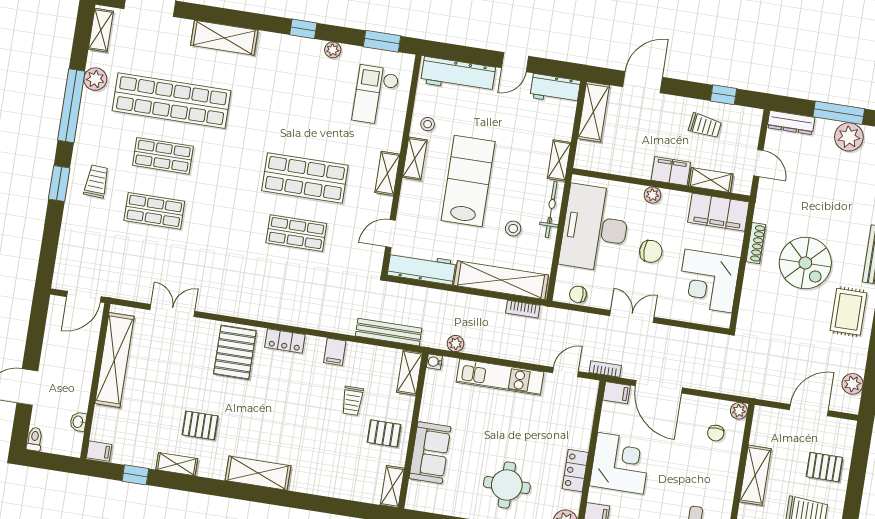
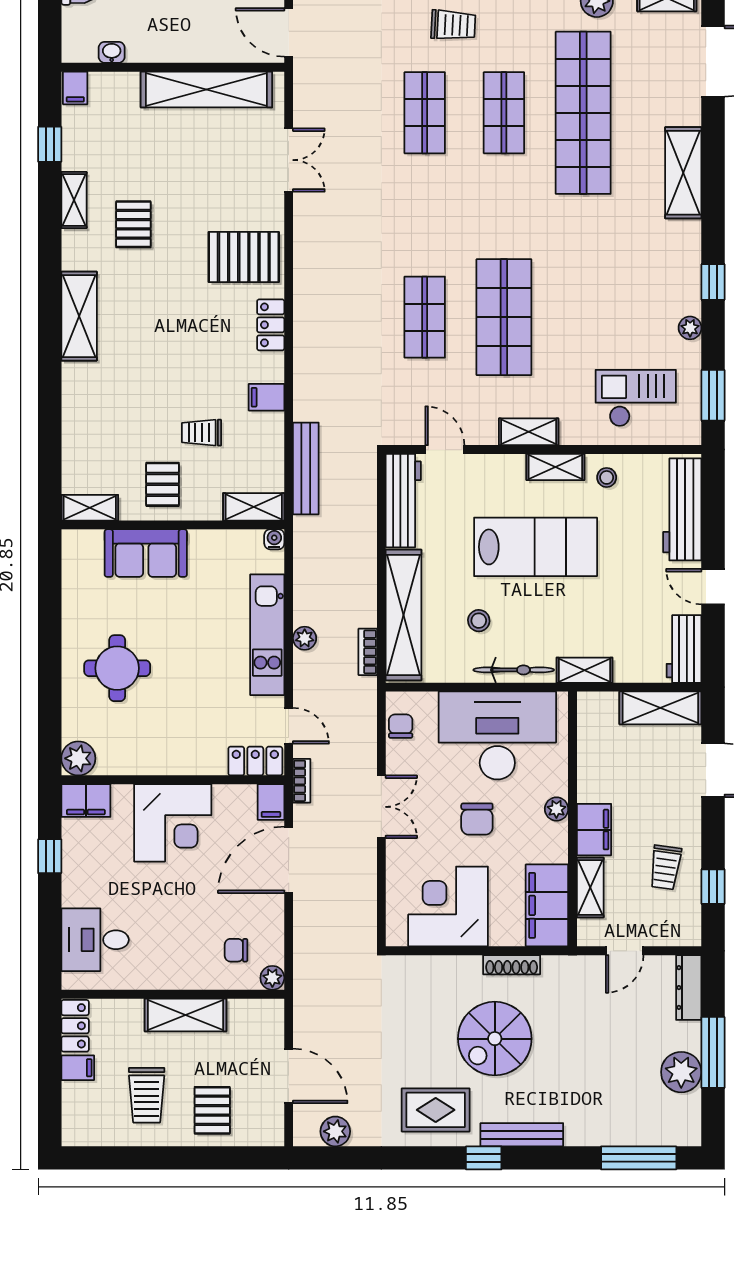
plant: (455, 344) -> (305, 638), moved
locker: (575, 471) -> (255, 761), moved

